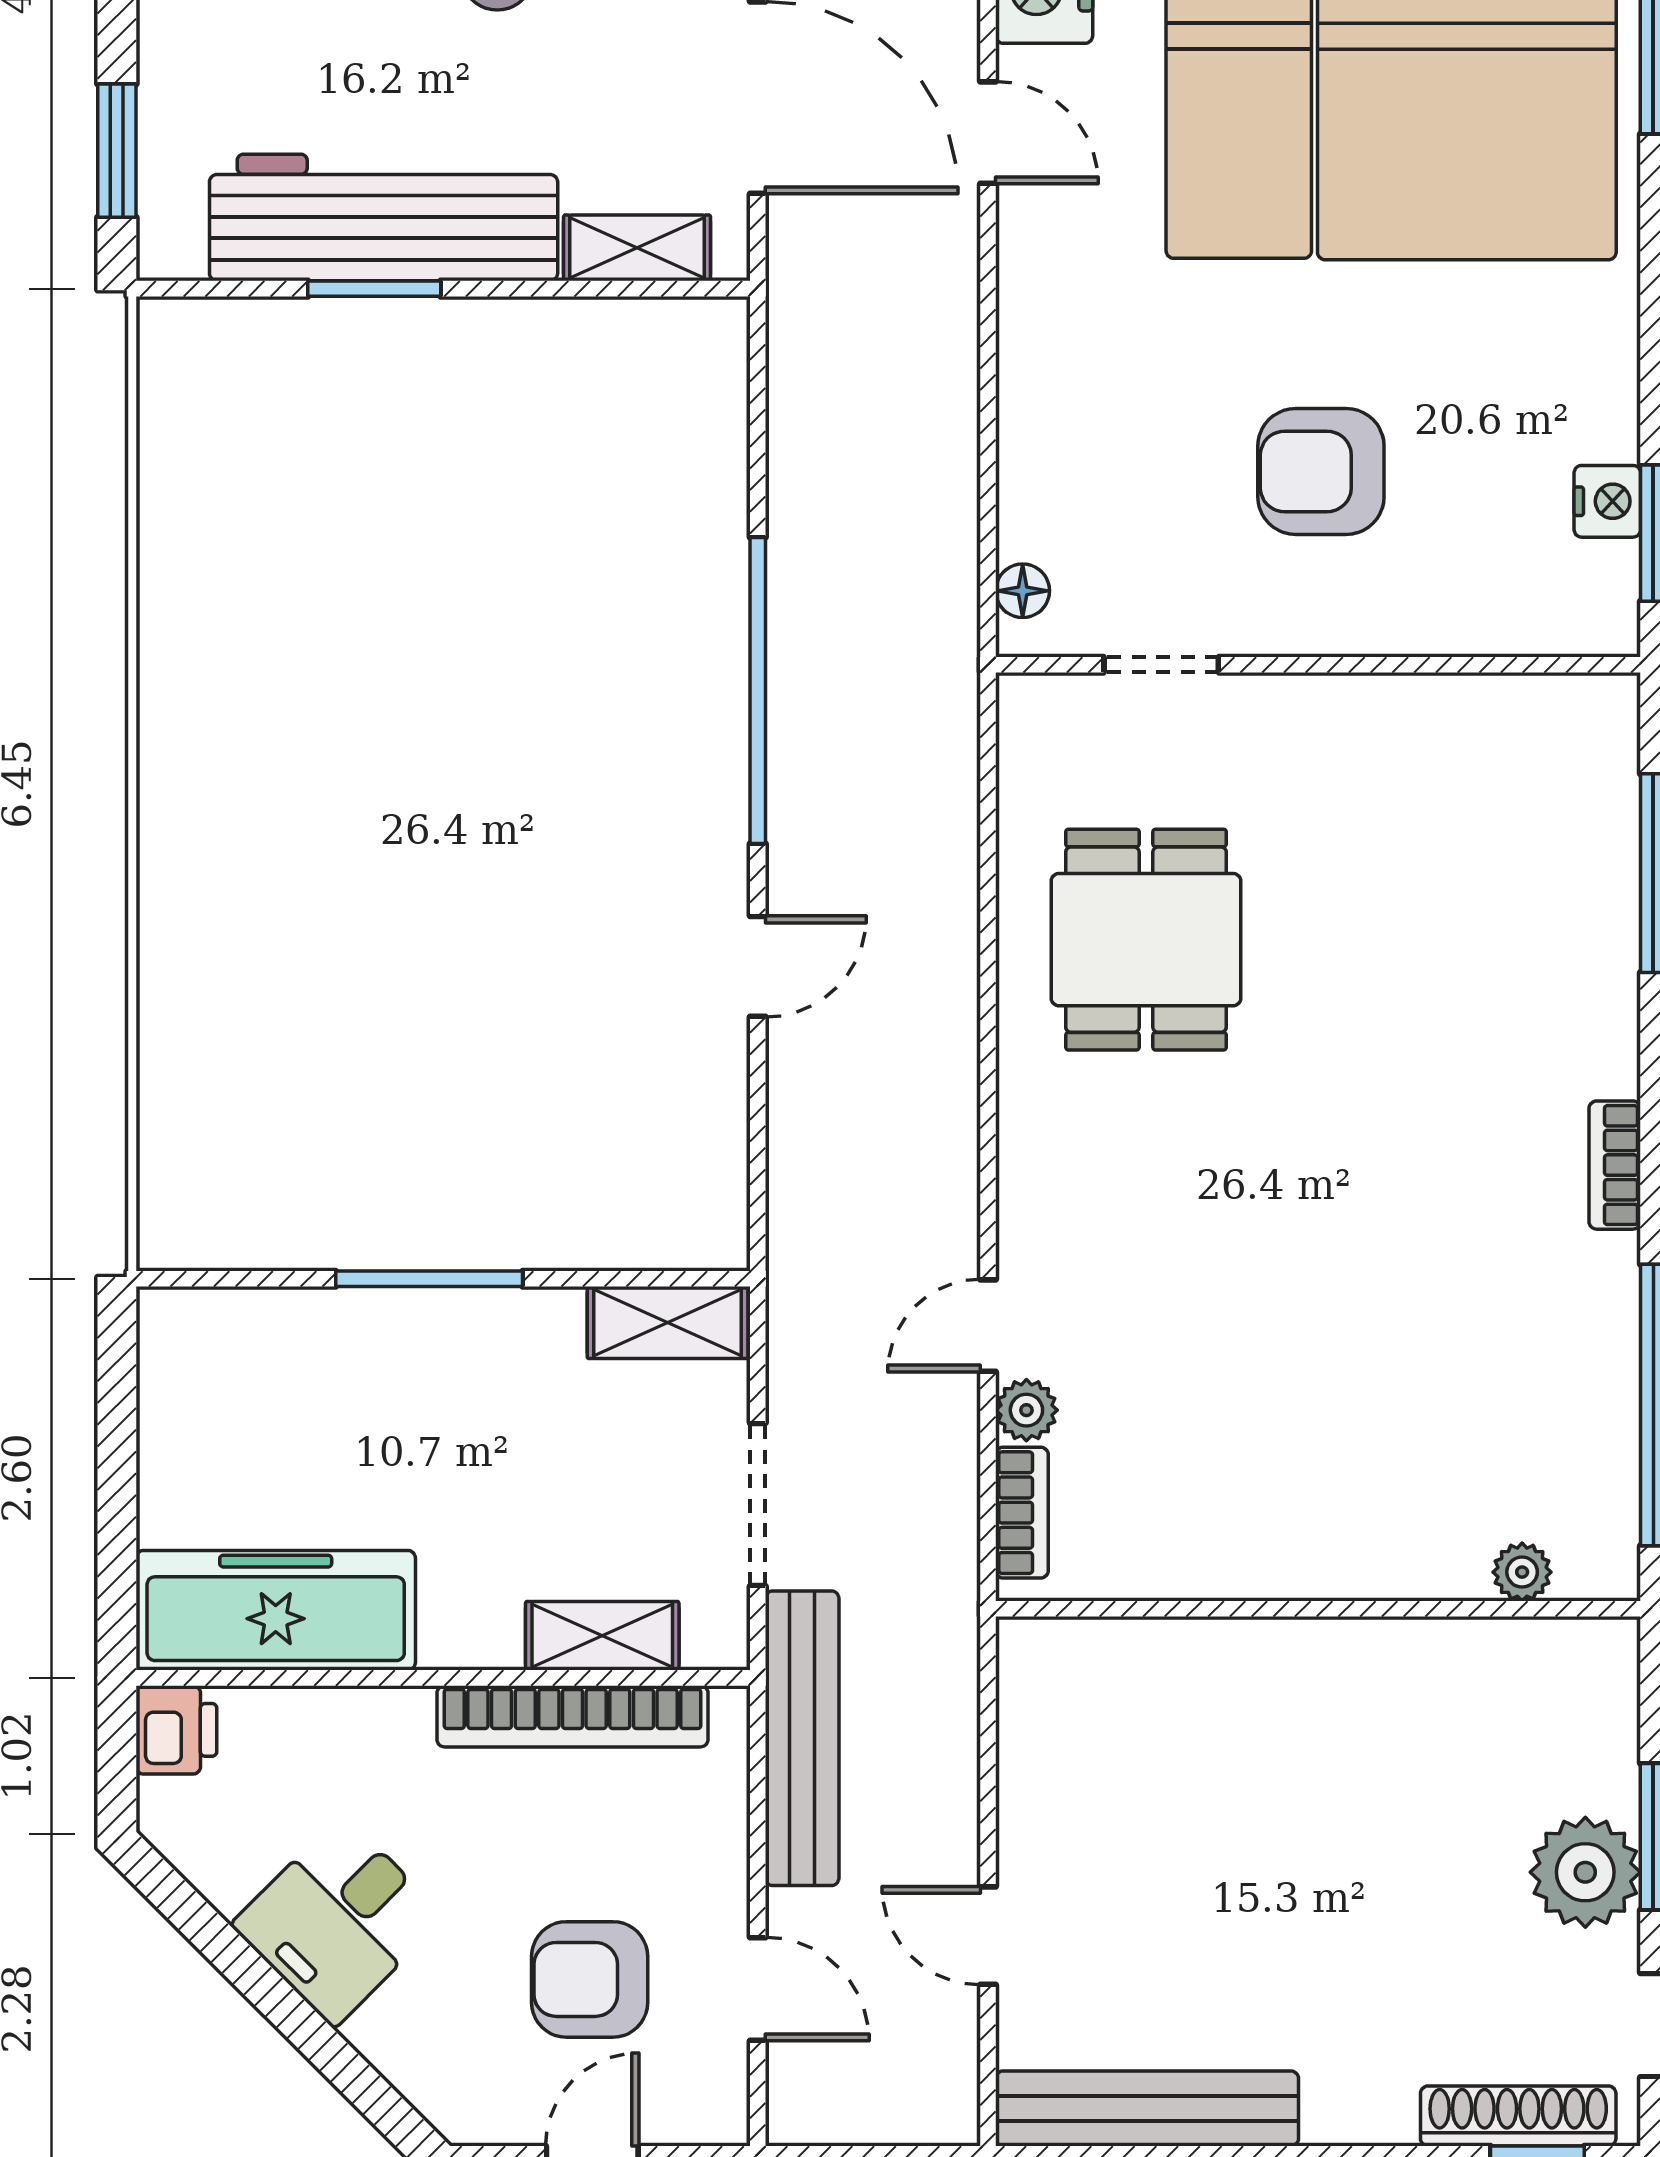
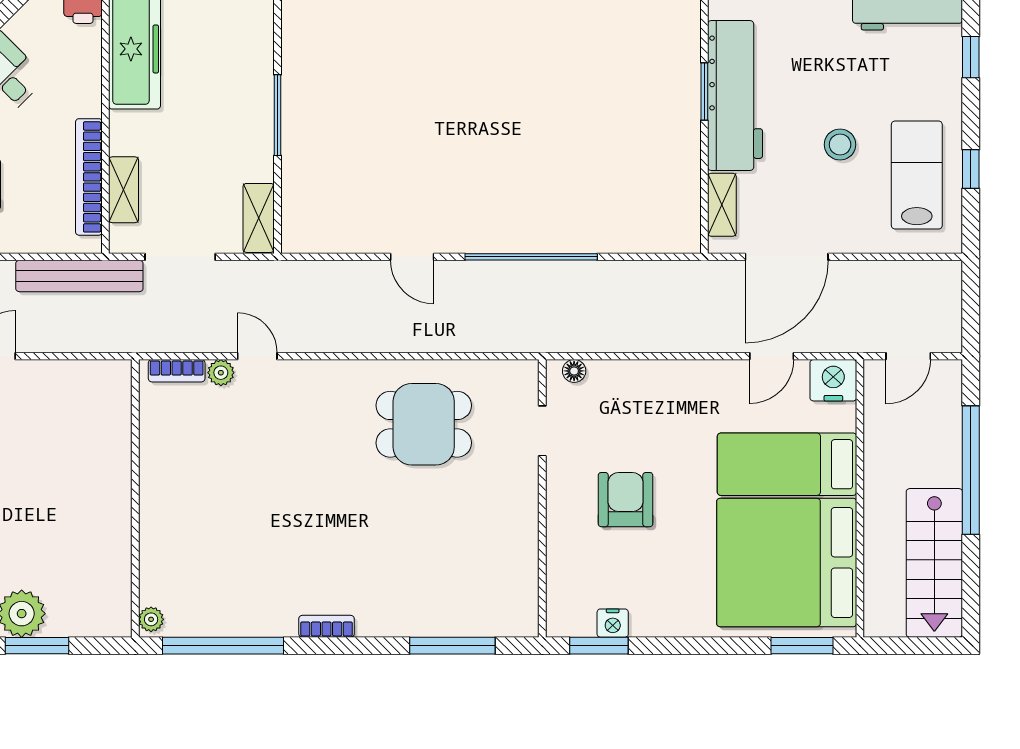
plant: (1522, 1572) -> (151, 619), moved

